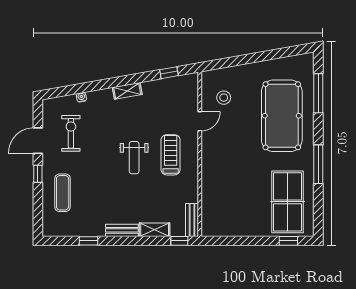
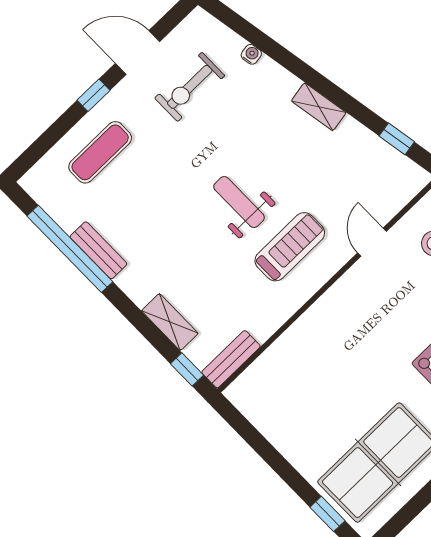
door: (200, 121) -> (372, 242), swing flipped
exercise bike: (71, 133) -> (190, 87), turned 180
weight bench: (134, 158) -> (239, 202), turned 90
bench: (122, 230) -> (98, 250), moved
window: (89, 241) -> (70, 249), width x3.17

